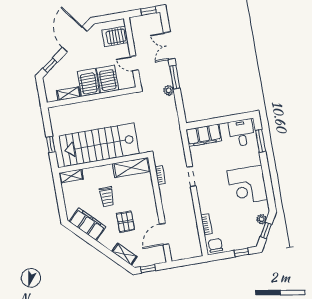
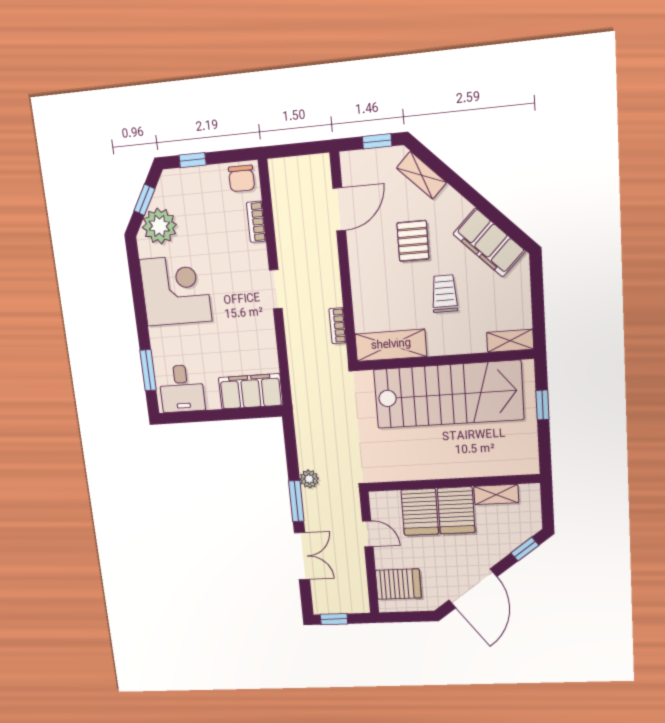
doorway: (191, 177) -> (276, 289), moved
plant: (262, 219) -> (159, 226), width x1.87, depth x1.87

